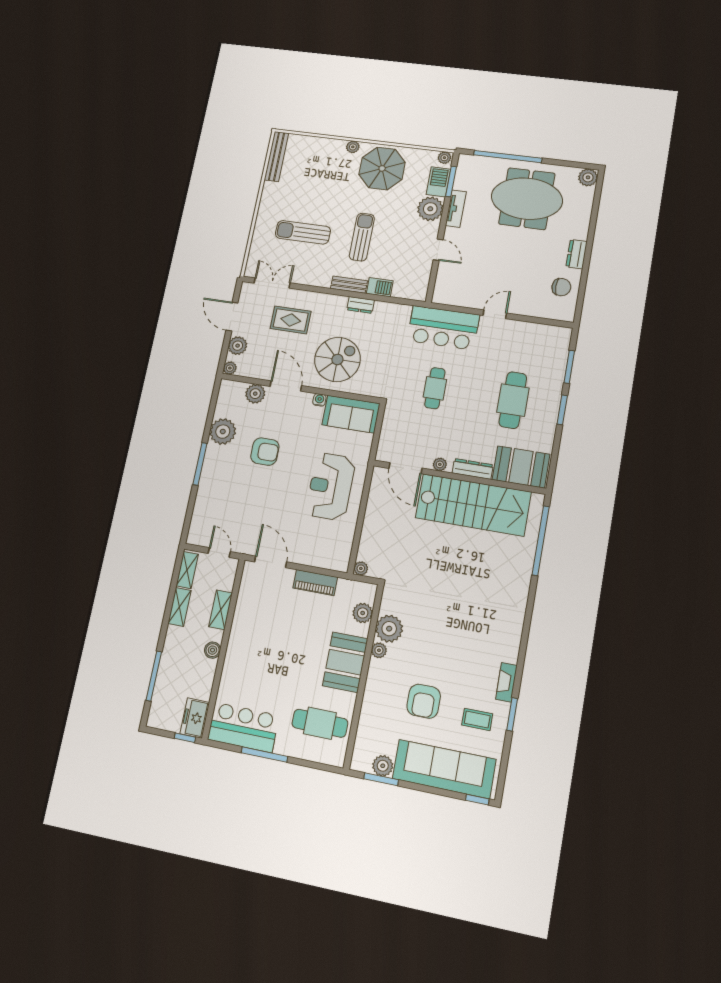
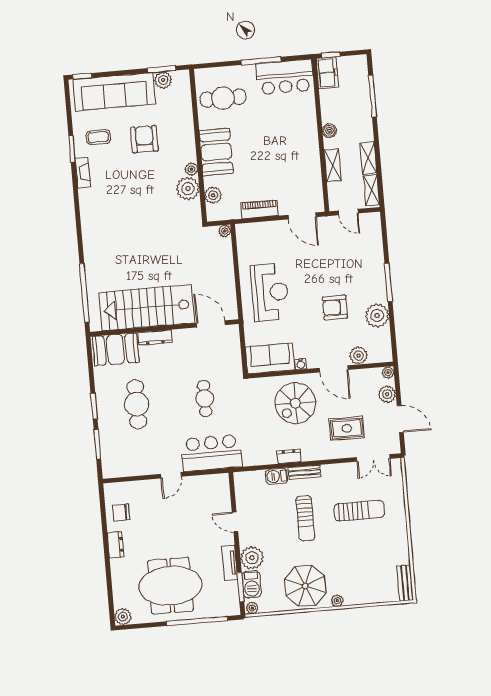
bench: (276, 157) -> (405, 583), width x0.73
plant: (440, 464) -> (183, 334), removed

